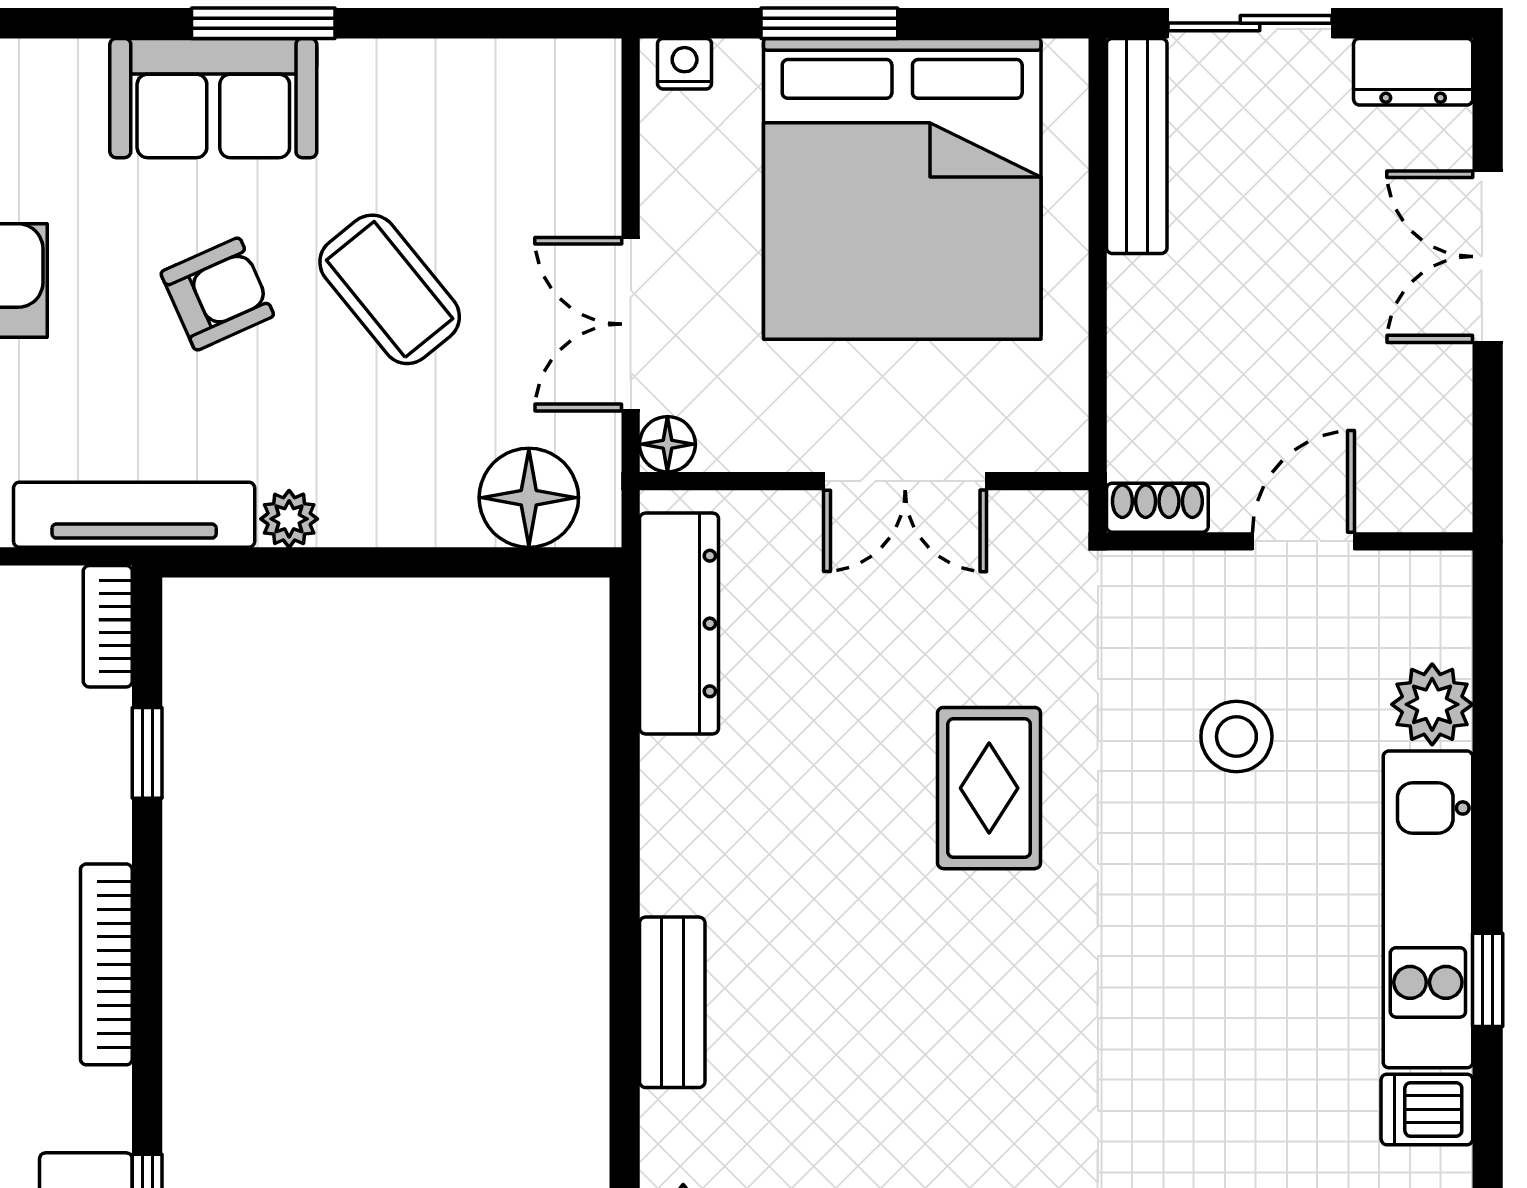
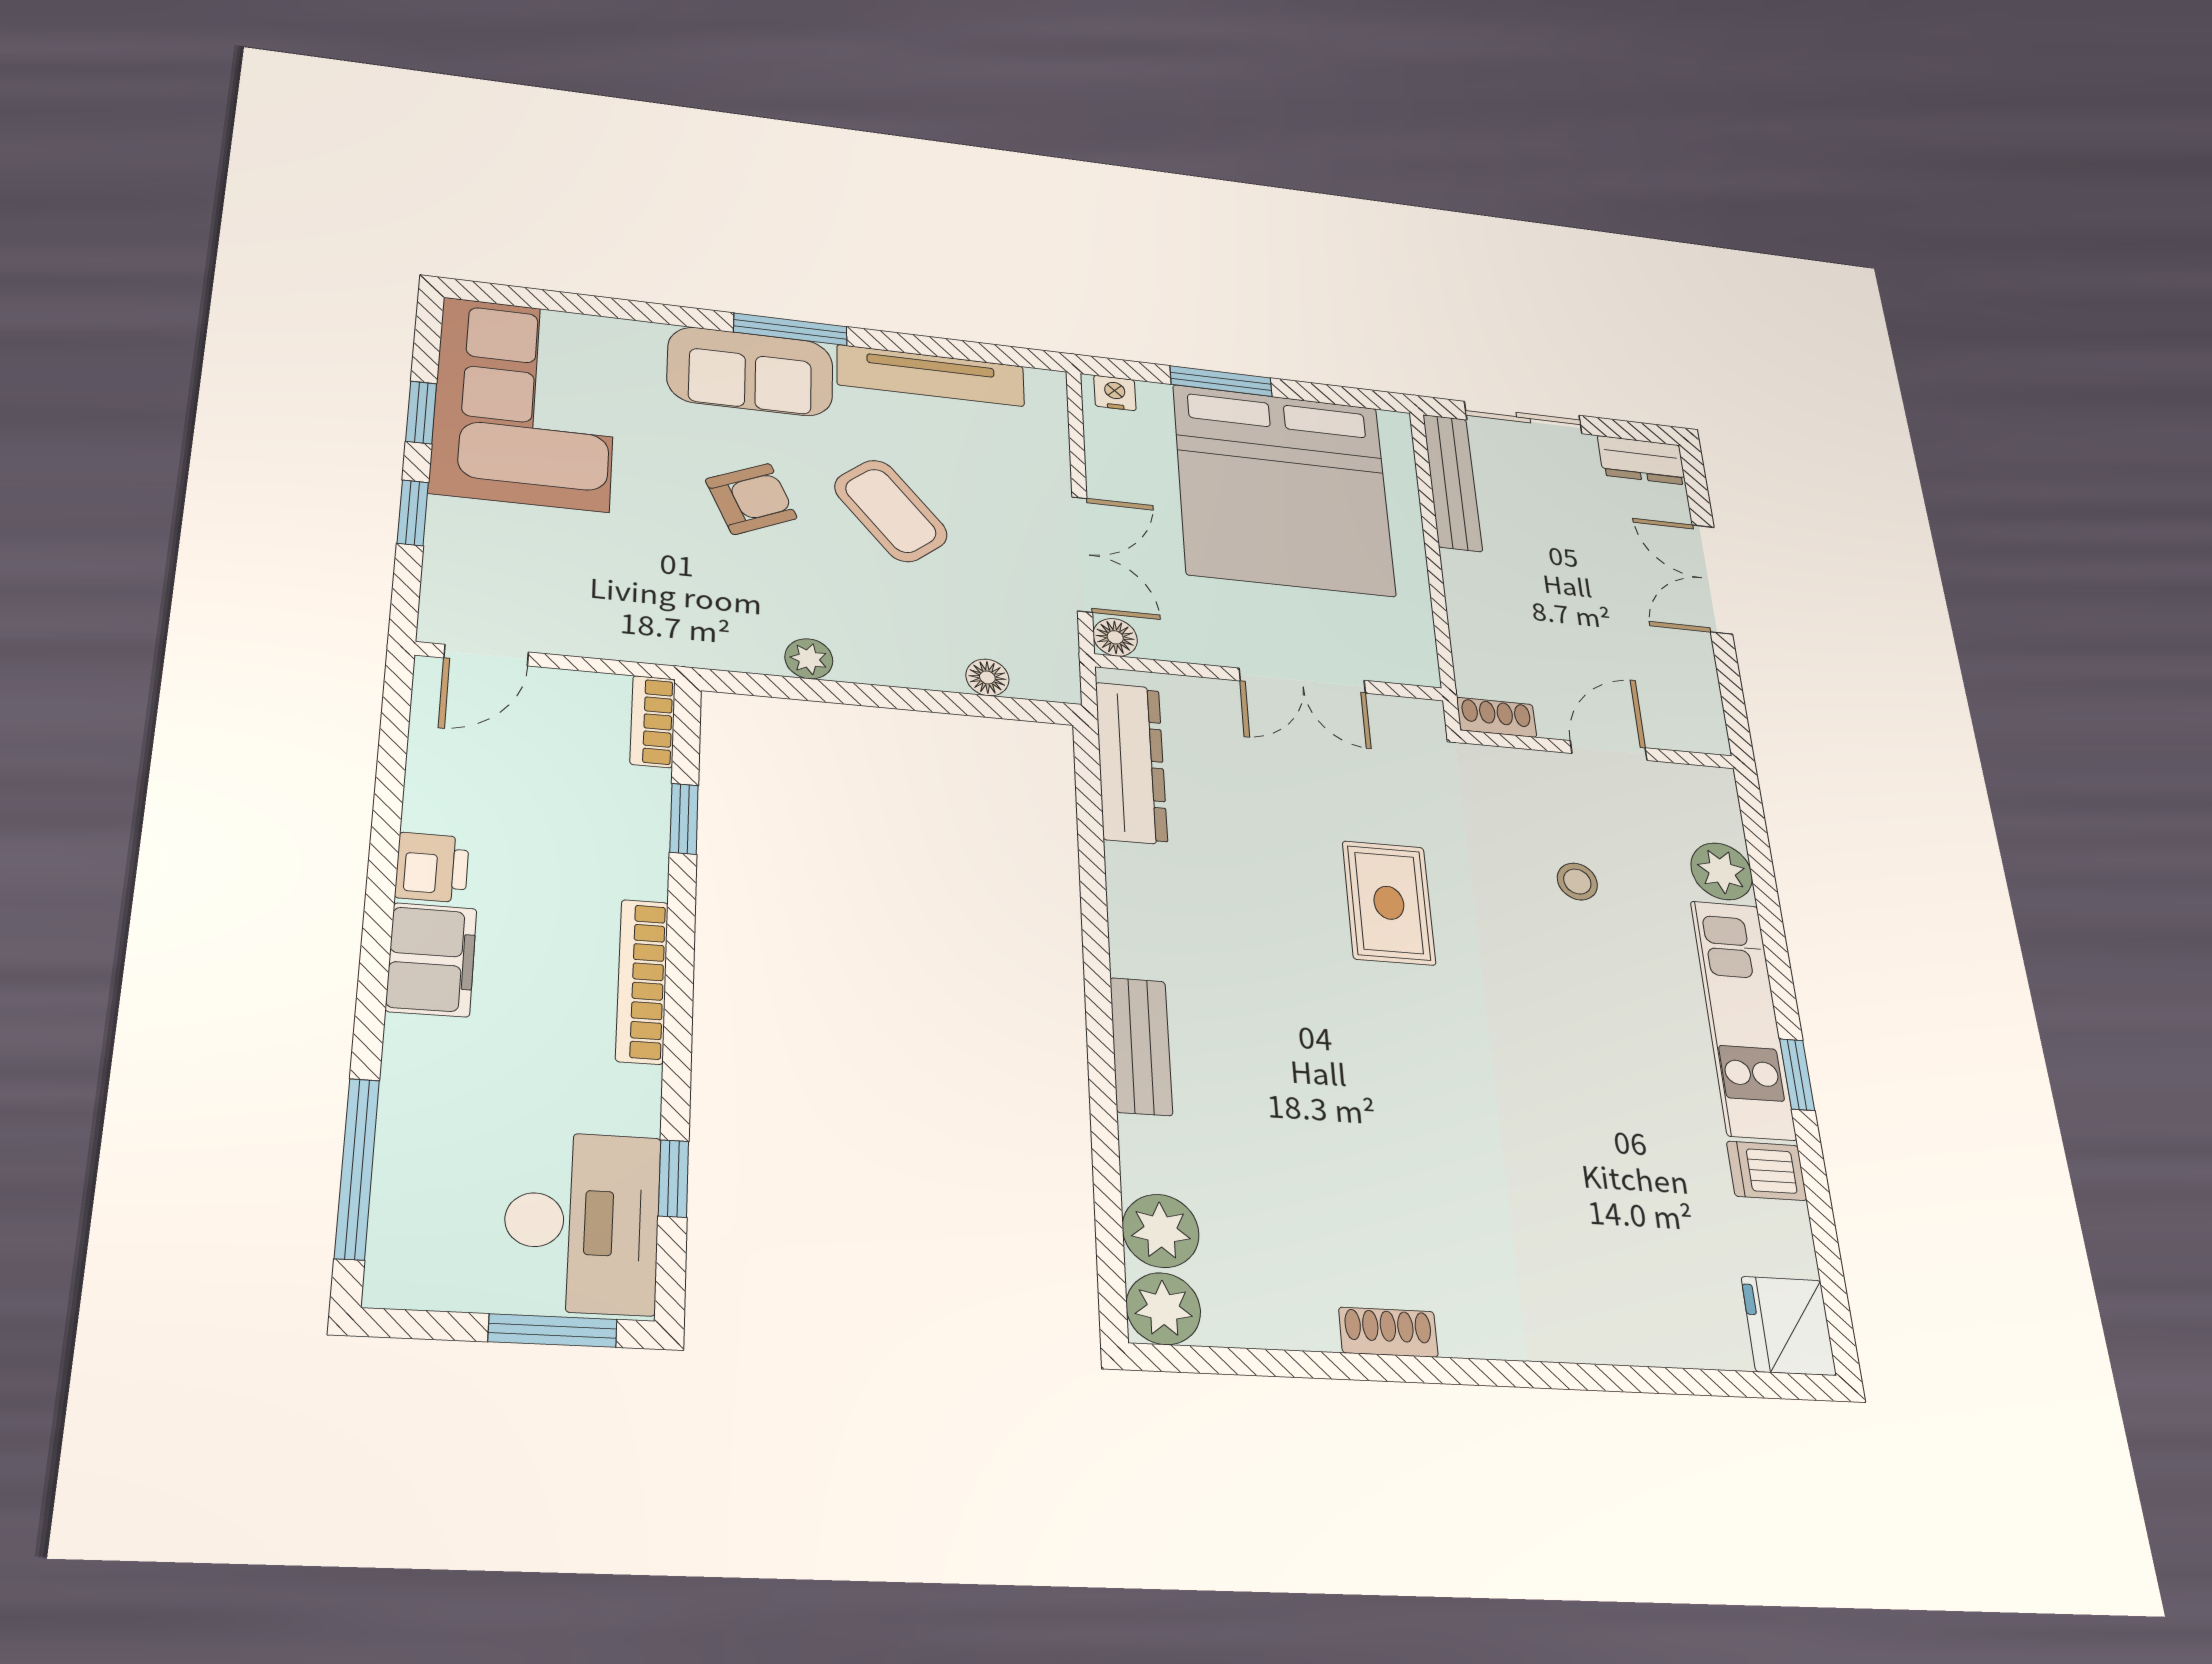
double door: (631, 324) -> (1082, 554), swing flipped
floor lamp: (529, 498) -> (987, 677), width x0.53, depth x0.53
tv unit: (134, 515) -> (931, 376), moved, turned 180
stool: (1236, 736) -> (1577, 882), width x0.73, depth x0.73

